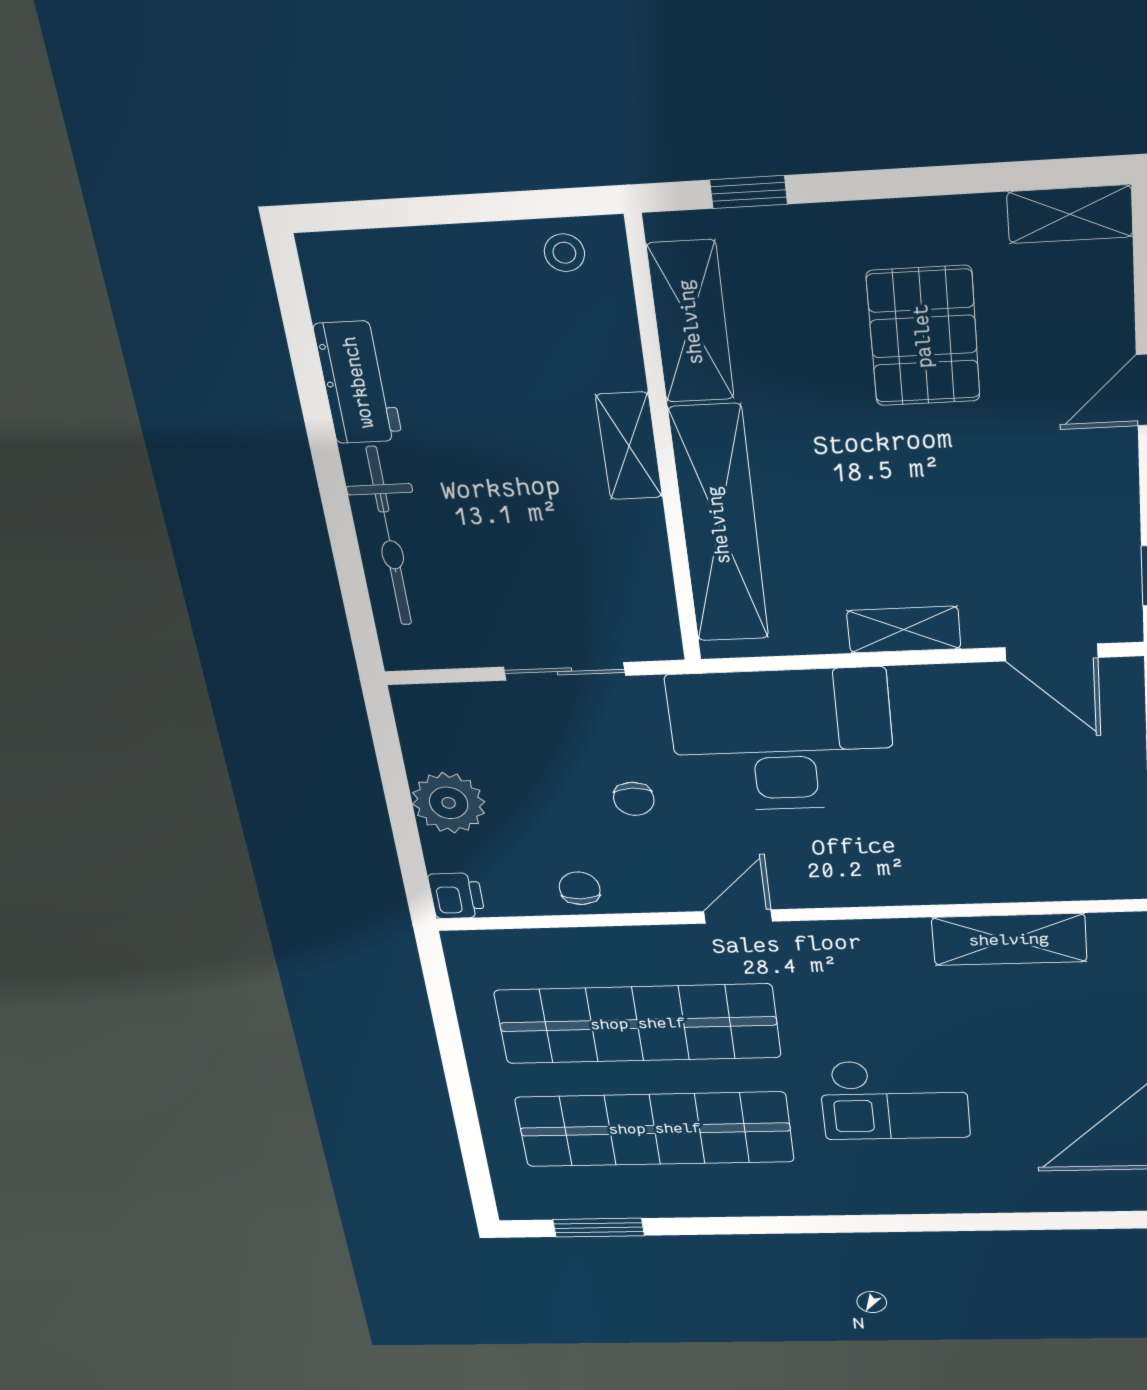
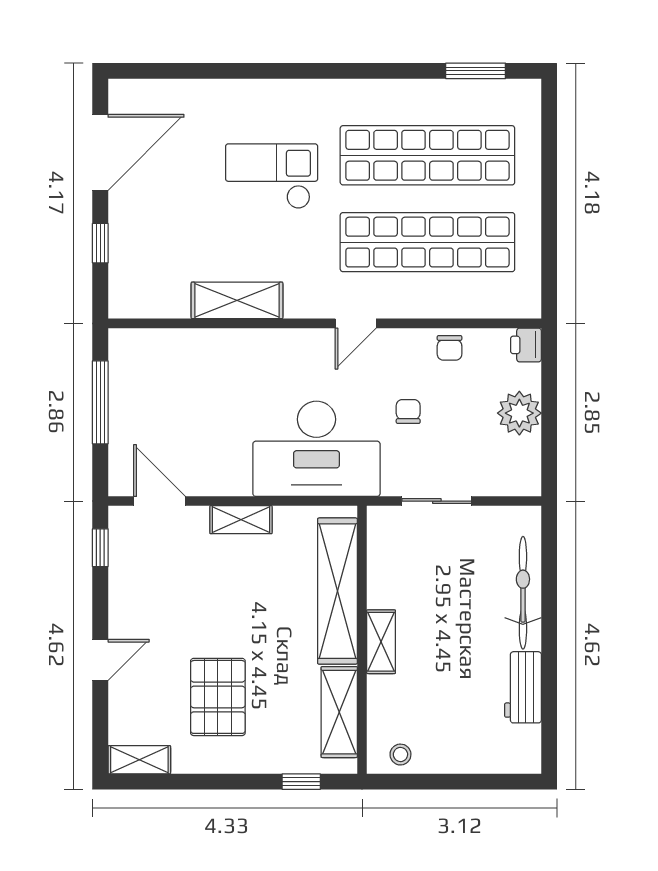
shelving: (1009, 940) -> (237, 300), moved

